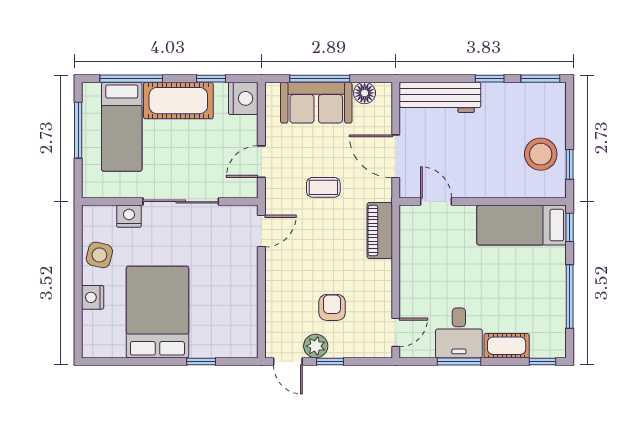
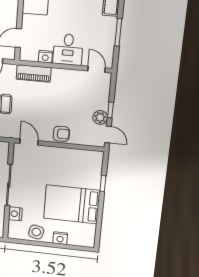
nightstand: (409, 248) -> (45, 57), added
armchair: (332, 307) -> (61, 134), moved, turned 180
desk: (459, 333) -> (68, 49), moved, turned 90
door: (288, 361) -> (108, 134), hinge flipped

